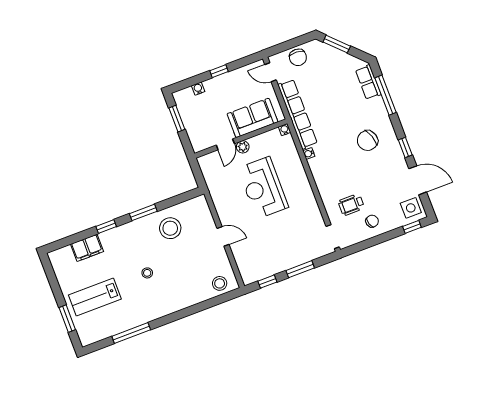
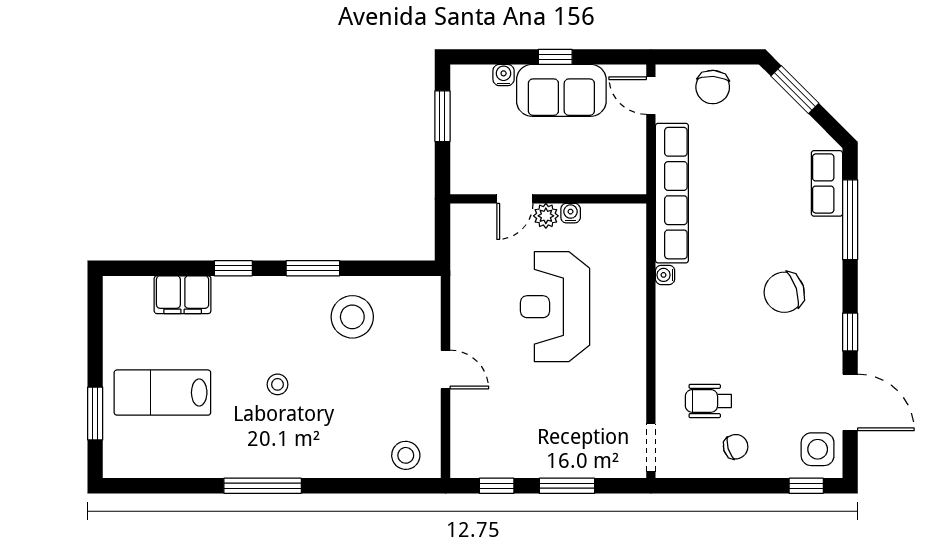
sofa: (252, 118) -> (561, 90), moved, turned 180
water cooler: (285, 130) -> (571, 213), moved
window: (131, 333) -> (263, 486), moved

